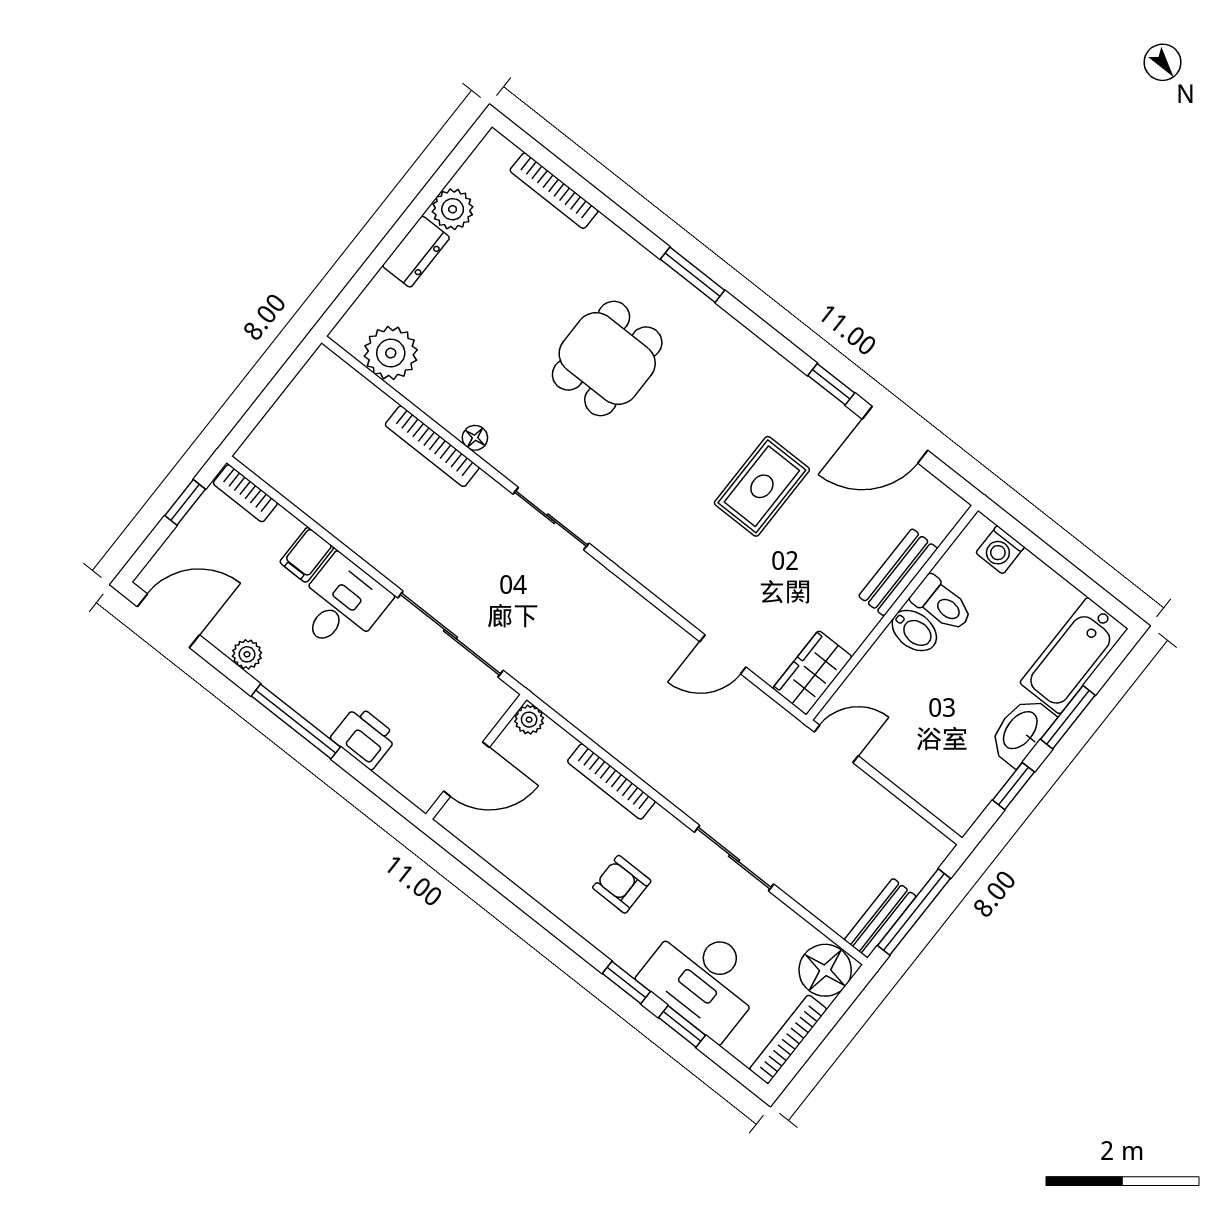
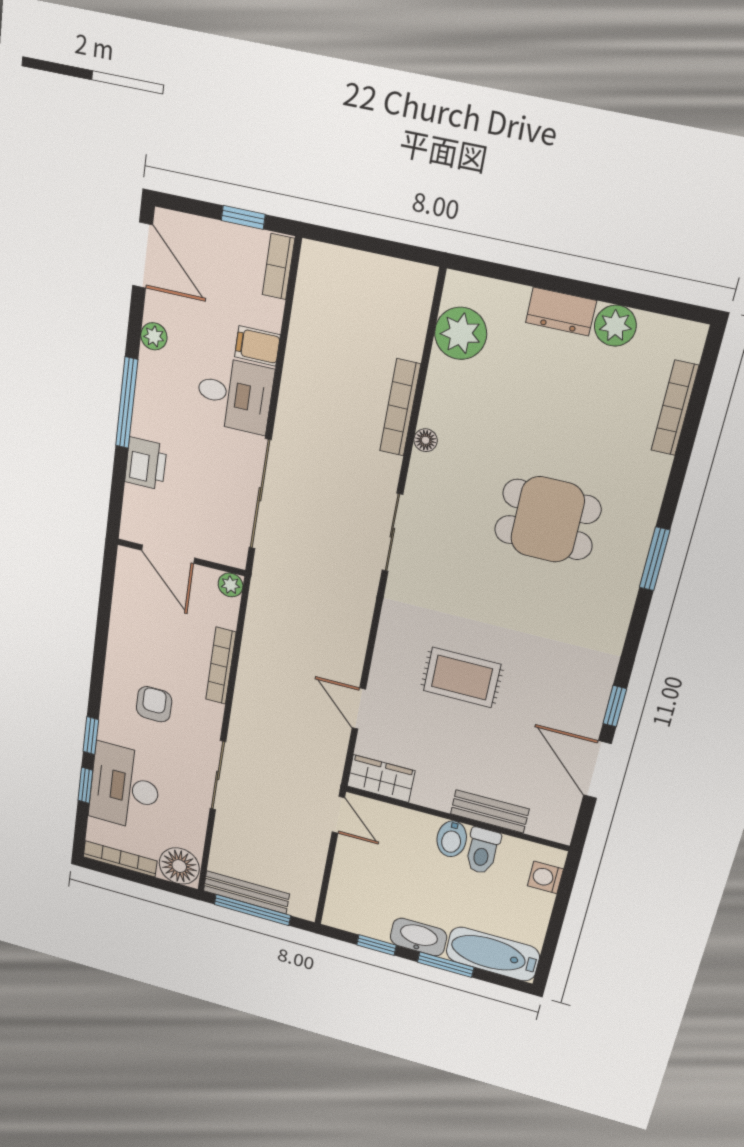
rug: (762, 486) -> (462, 678), moved
bench: (880, 918) -> (246, 892), width x1.36

